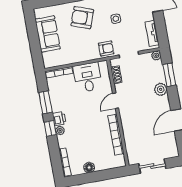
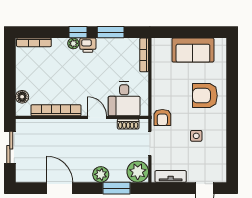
armchair: (82, 18) -> (205, 96), turned -110
plant: (156, 55) -> (138, 172), width x1.87, depth x1.87
desk: (88, 77) -> (124, 99), moved, turned 90
floor lamp: (89, 168) -> (22, 97), moved

